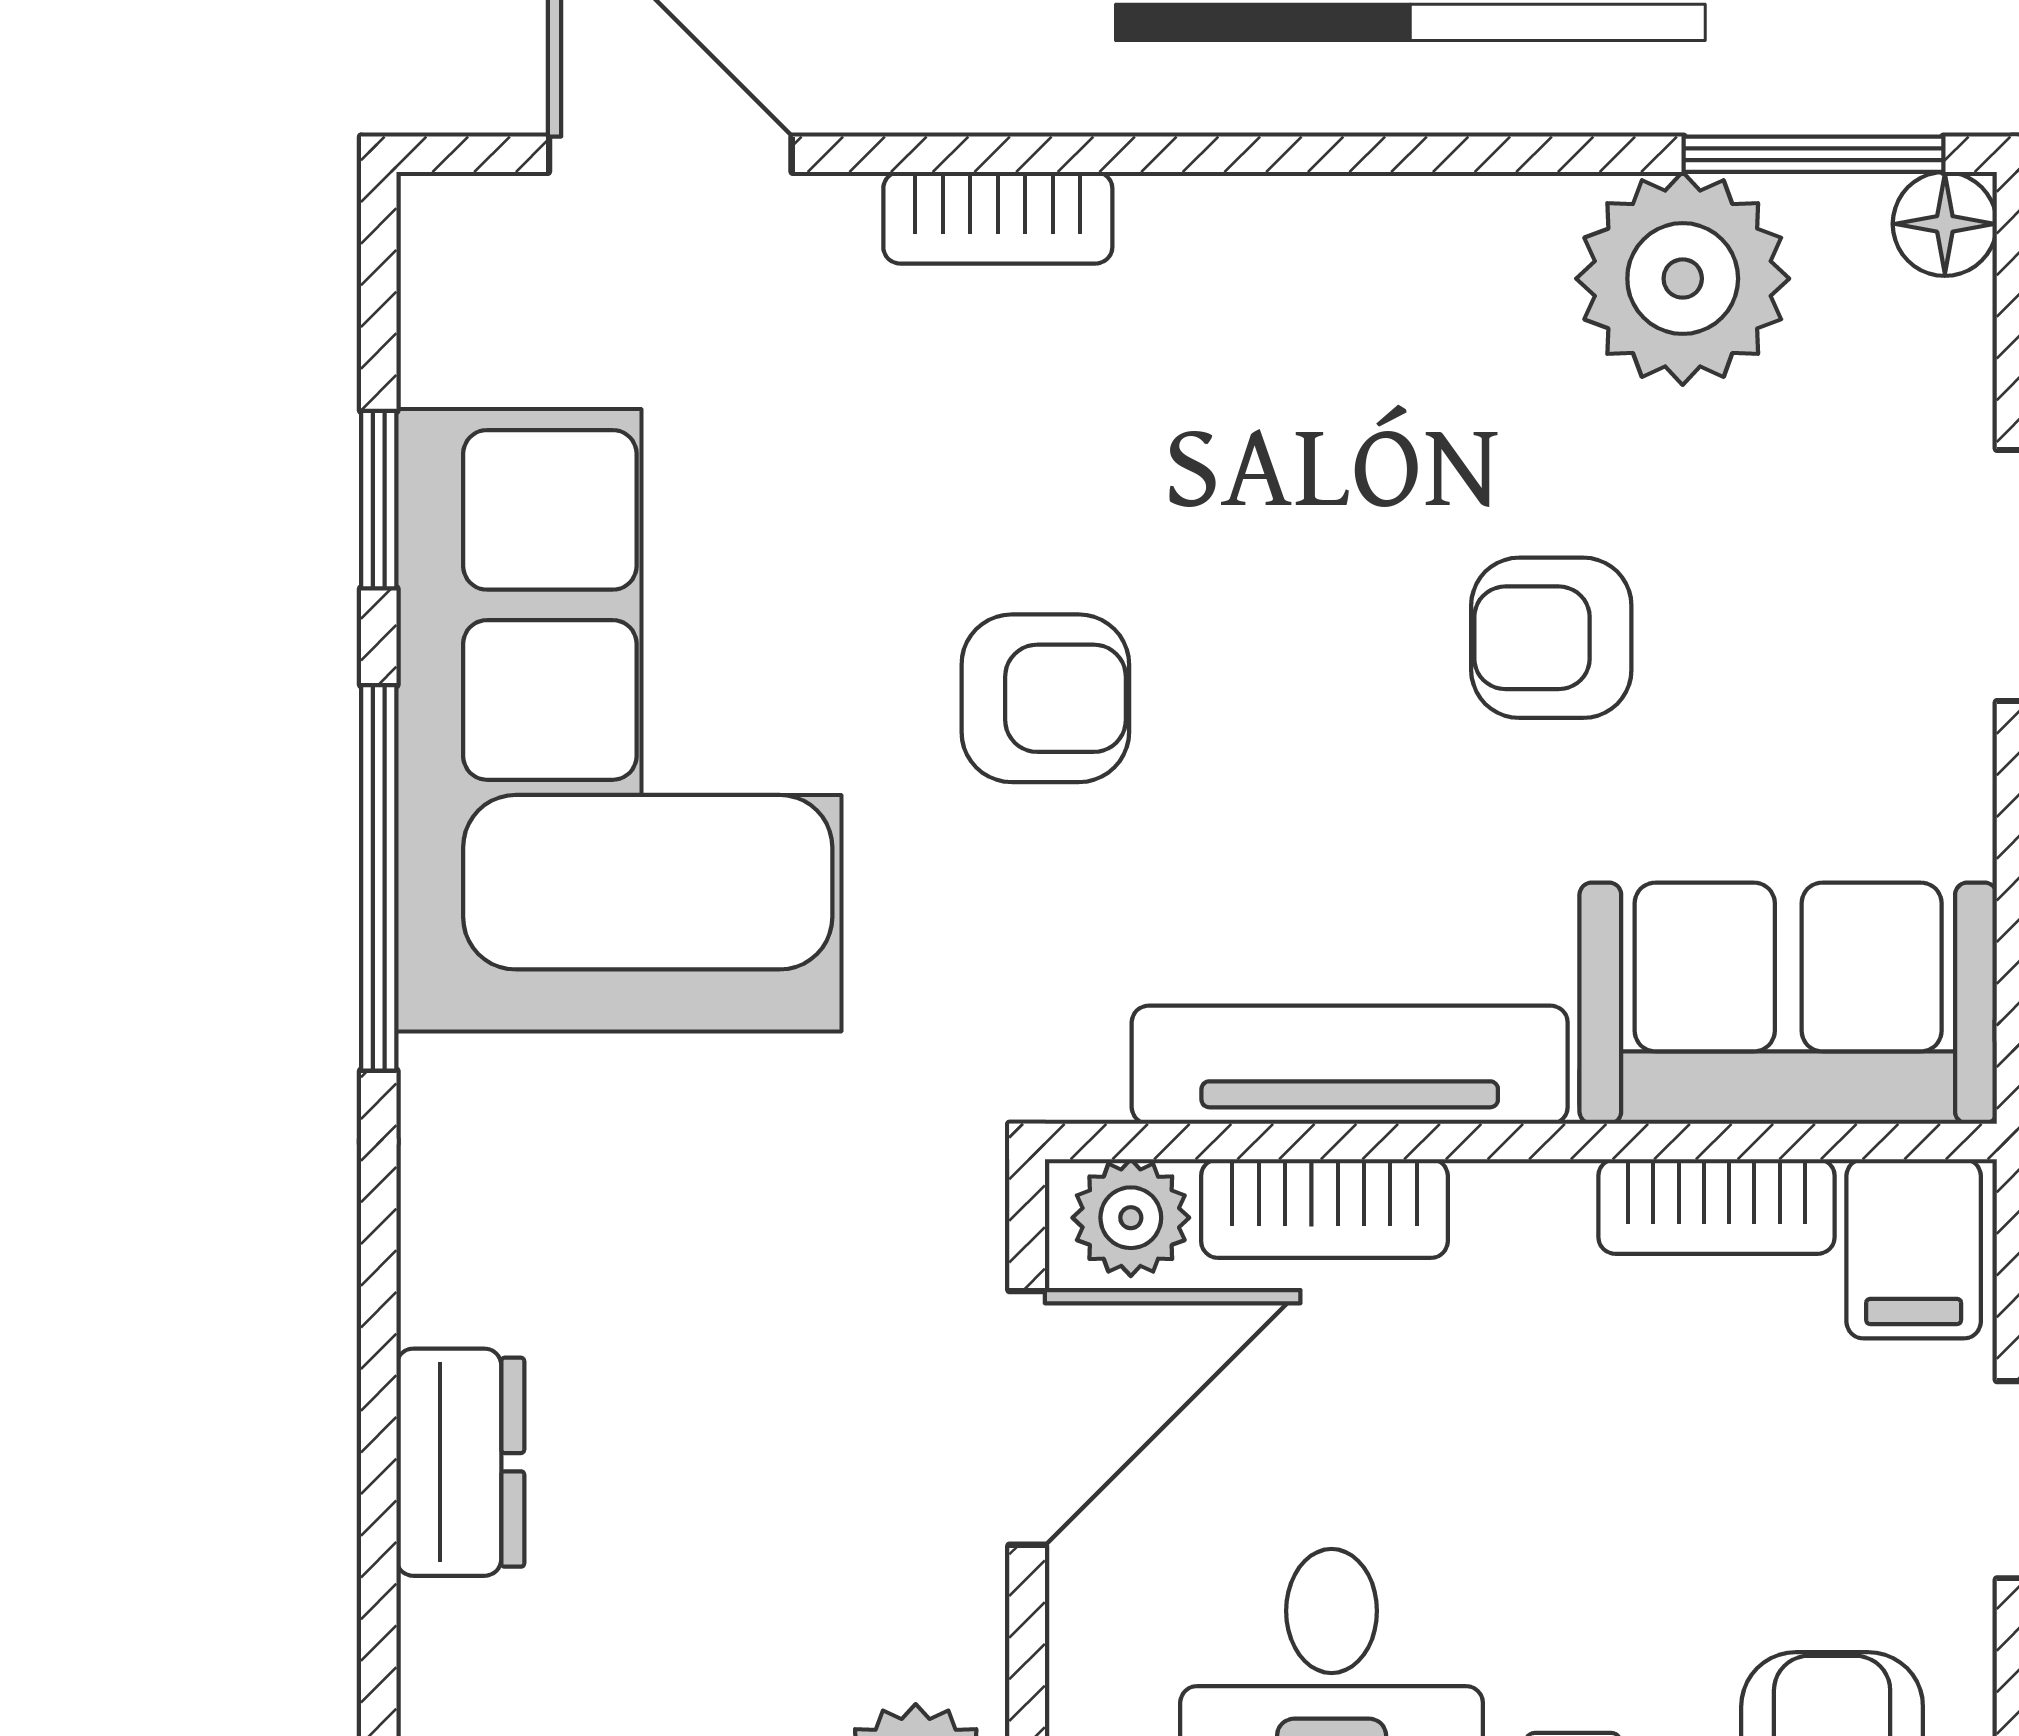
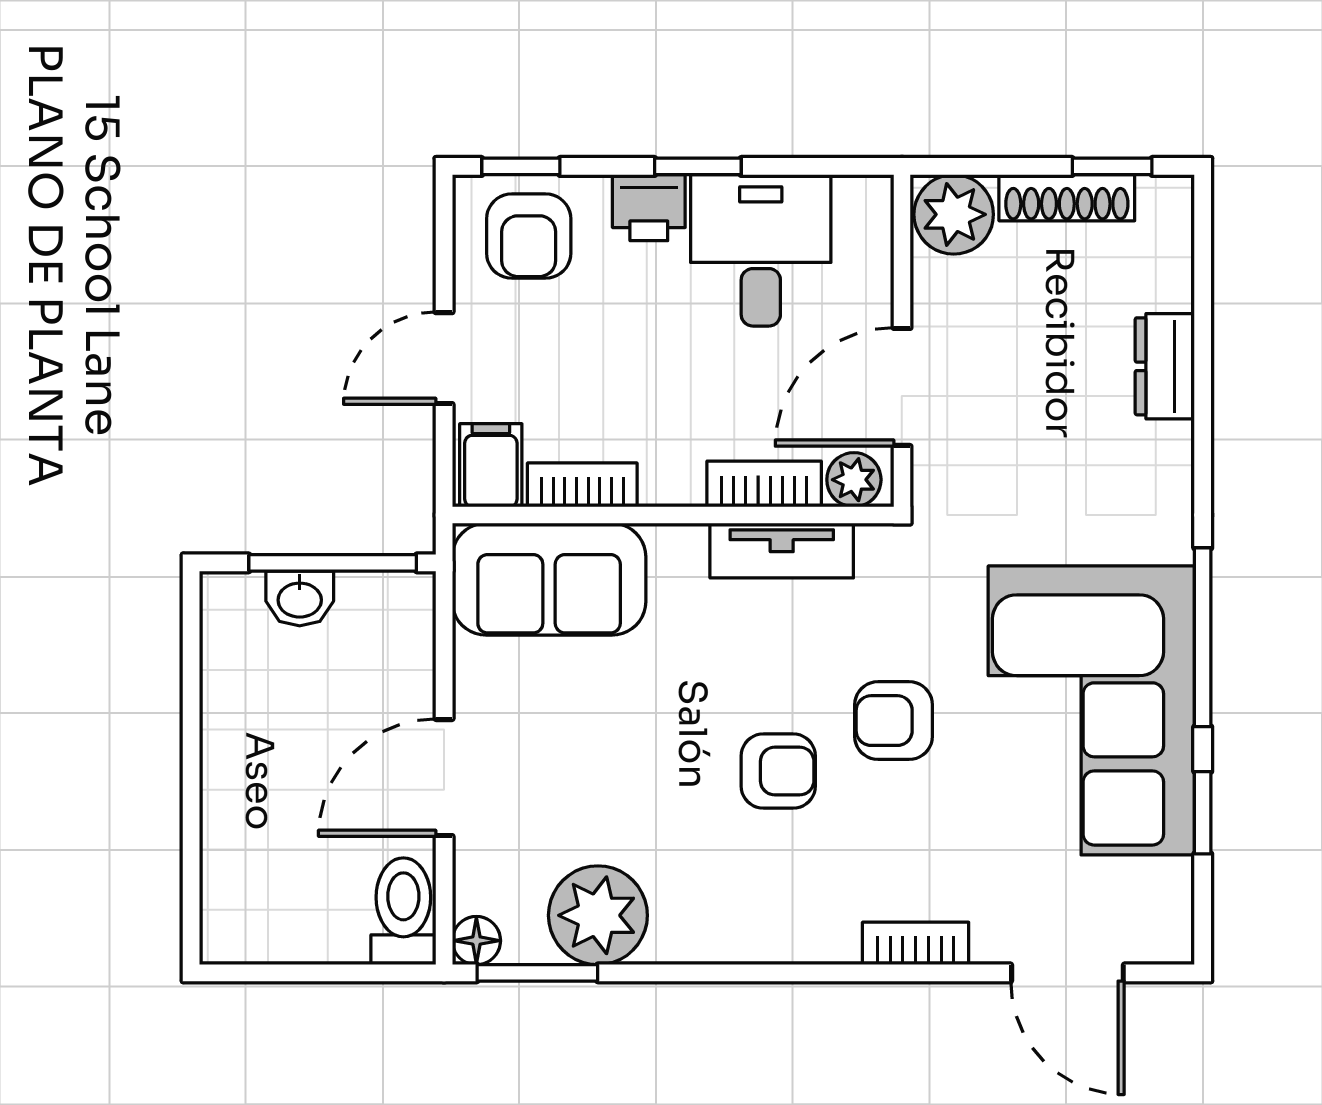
armchair: (1551, 638) -> (778, 771), moved
tv unit: (1350, 1065) -> (782, 551), width x0.71

